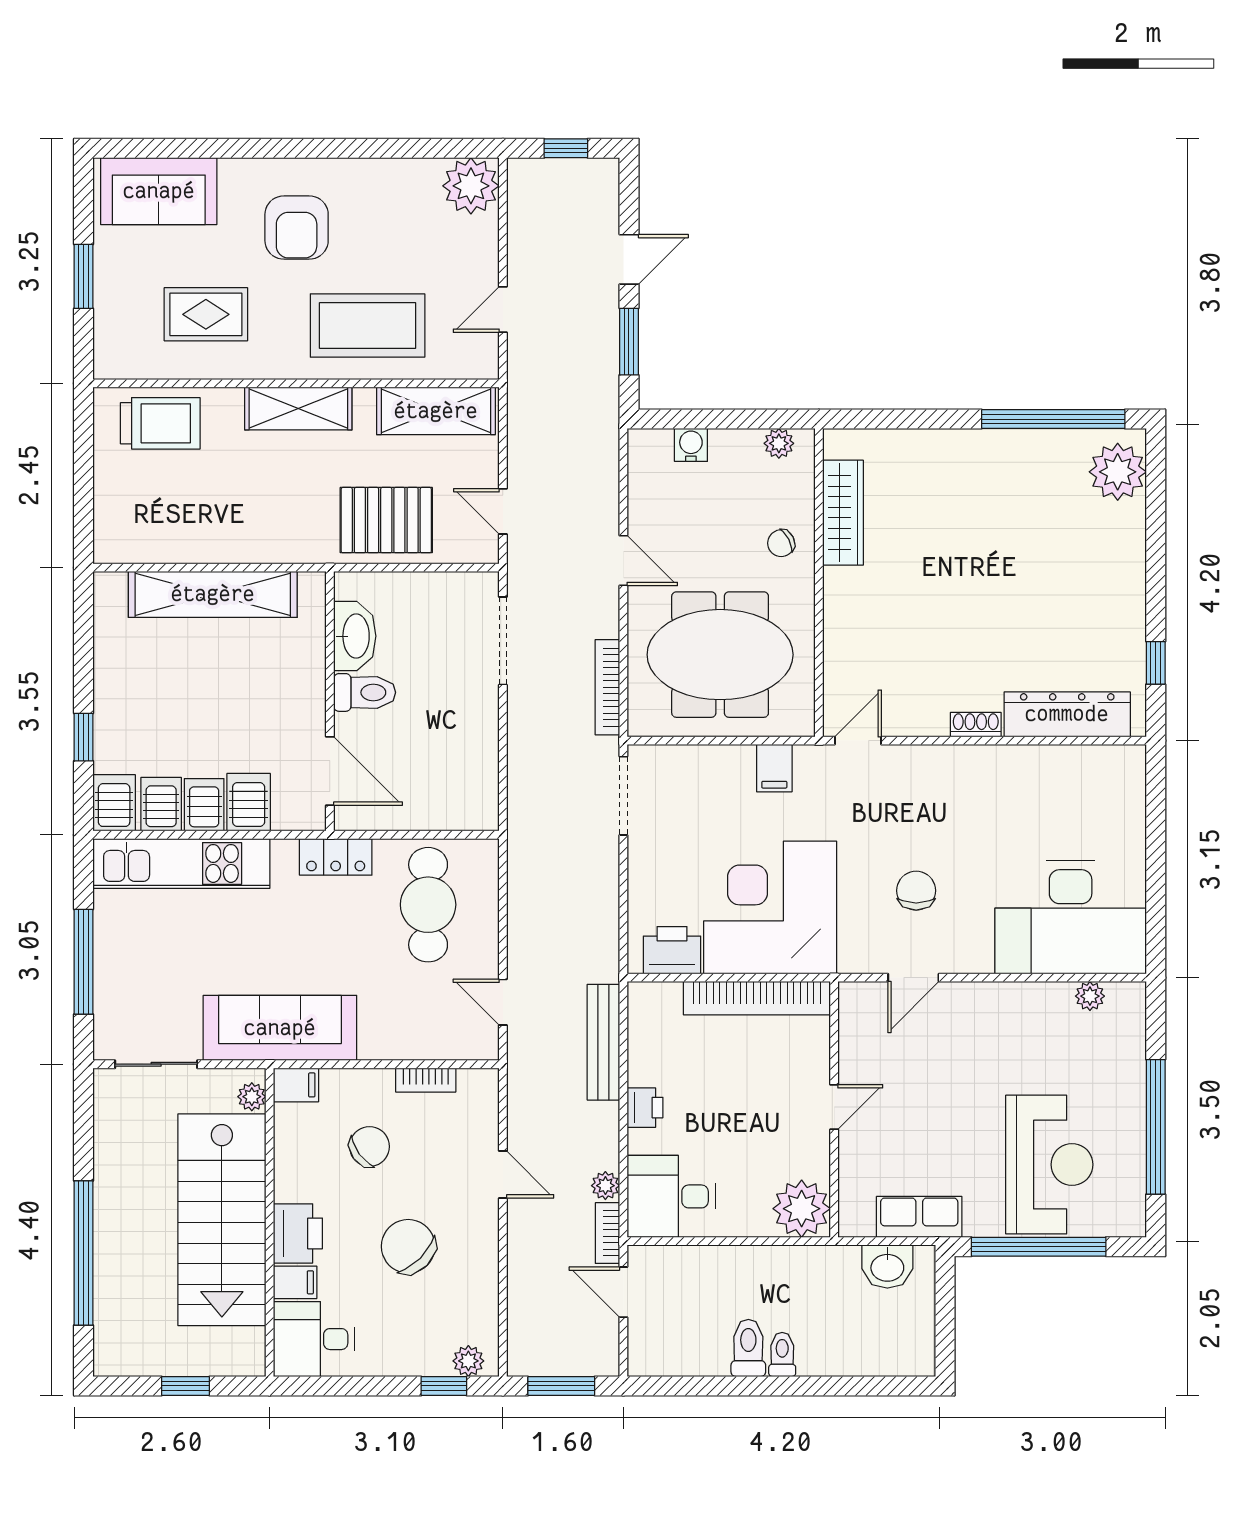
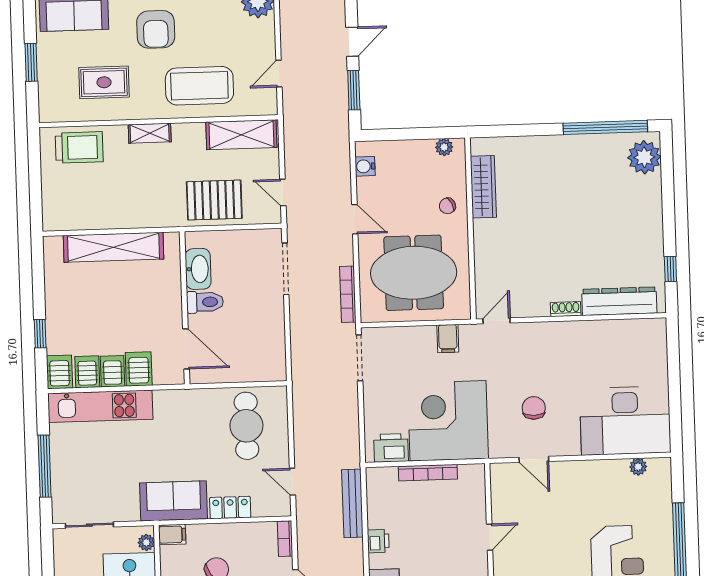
shelving: (298, 409) -> (150, 133), width x0.67, depth x0.75
water cooler: (691, 445) -> (365, 166), moved, turned -90
locker: (336, 857) -> (230, 507), moved, turned 180
door: (913, 978) -> (534, 459), hinge flipped
bookcase: (757, 998) -> (428, 473), width x0.68, depth x0.76
sofa: (280, 1028) -> (174, 501), width x0.73
bookcase: (426, 1080) -> (285, 539), moved, turned 90

